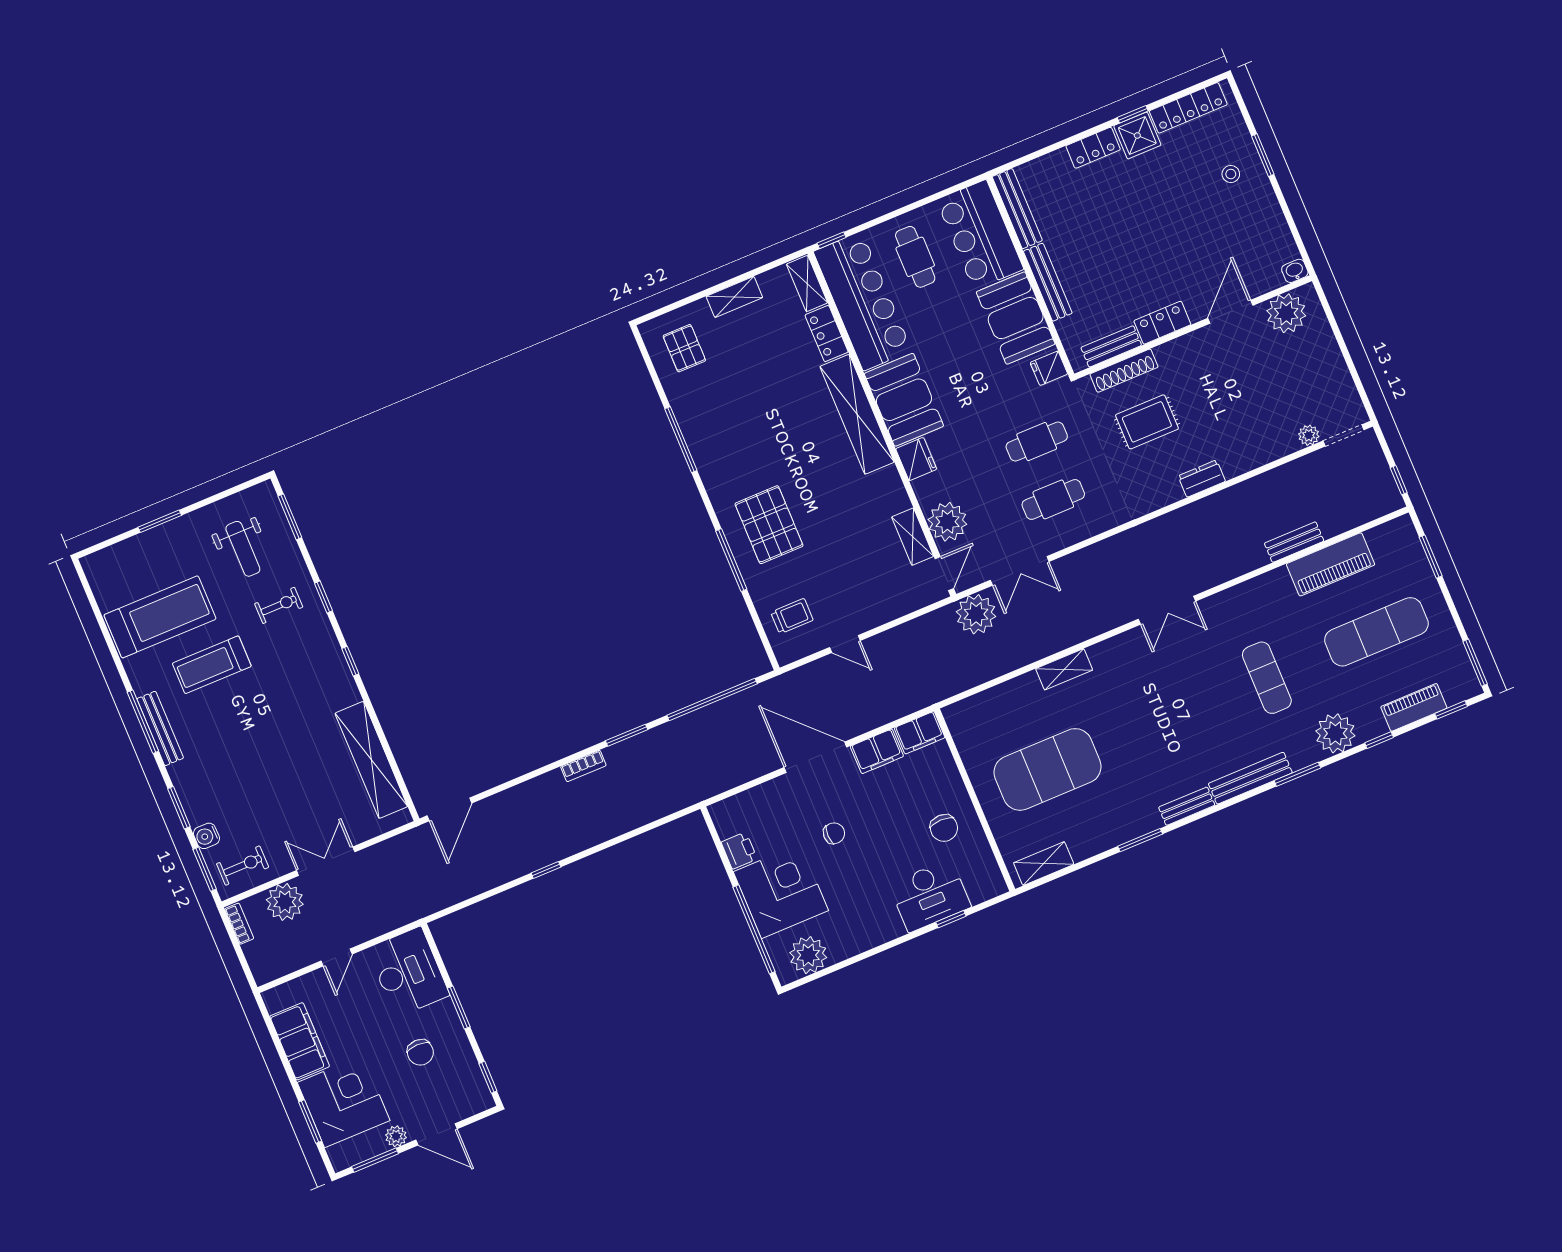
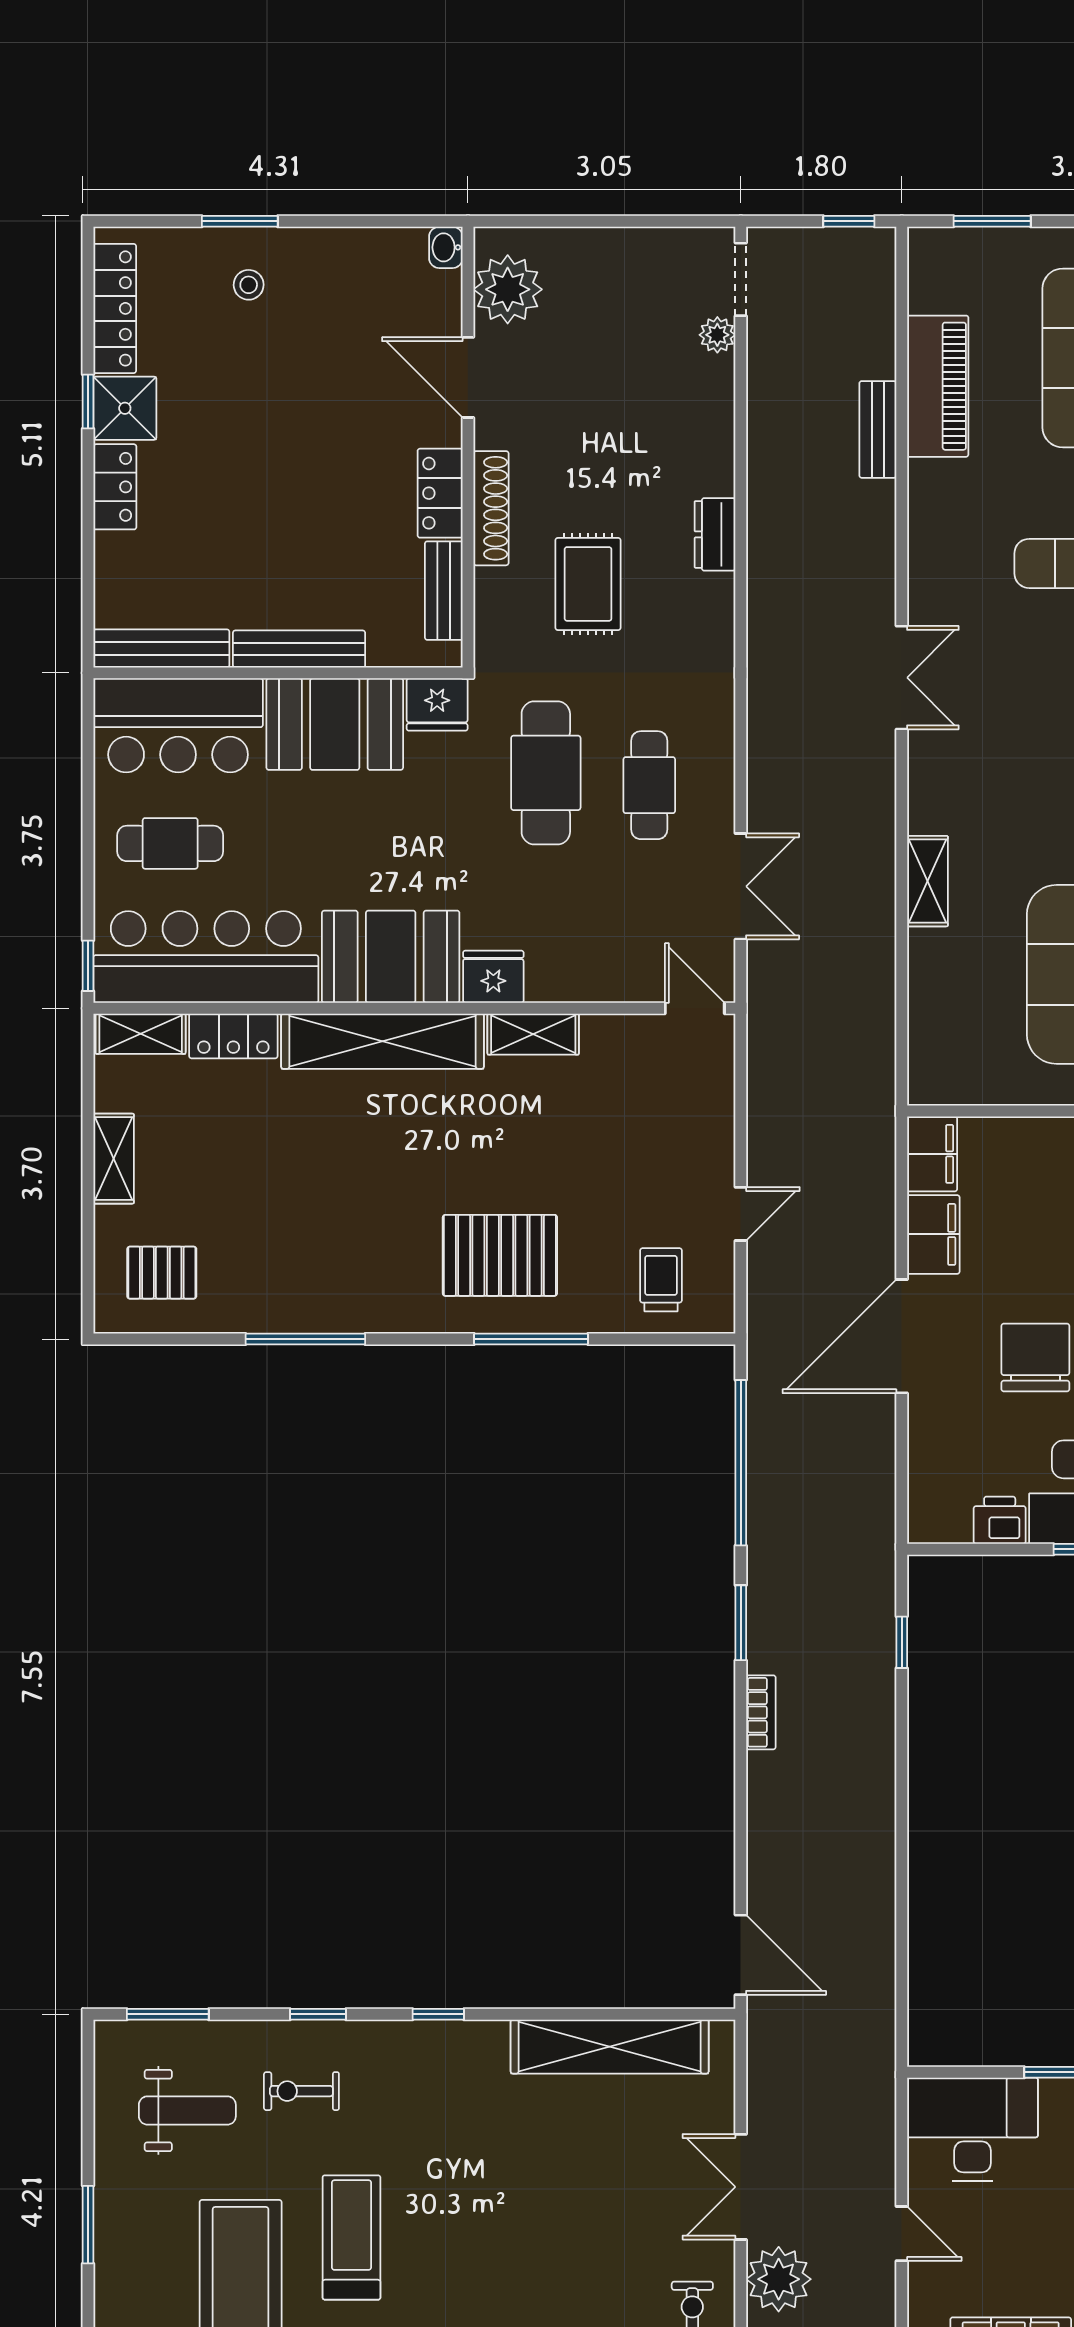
fridge: (1049, 368) -> (437, 704), width x1.38
shoe rack: (1124, 371) -> (491, 508), moved
cafe table: (1037, 442) -> (546, 773), width x1.37, depth x1.35
plant: (947, 522) -> (614, 969), removed
shelving: (913, 537) -> (533, 1034), moved
exercise bike: (279, 605) -> (301, 2091), turned -90
plant: (976, 614) -> (781, 985), removed
treadmill: (212, 665) -> (351, 2237), turned 180
chair: (834, 833) -> (1035, 1358), width x1.87, depth x1.87
window: (546, 870) -> (902, 1642), moved

